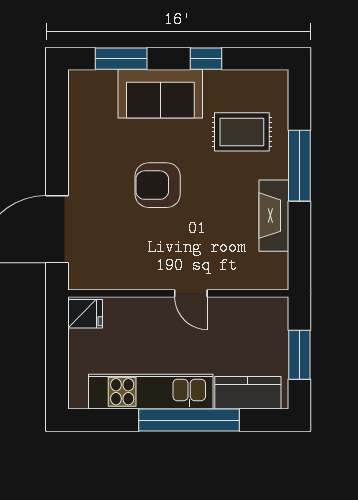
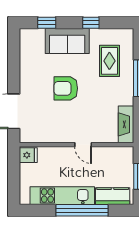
window: (121, 59) -> (47, 23), width x0.67
rug: (242, 132) -> (109, 61), turned 90
fireplace: (274, 216) -> (126, 124), moved

